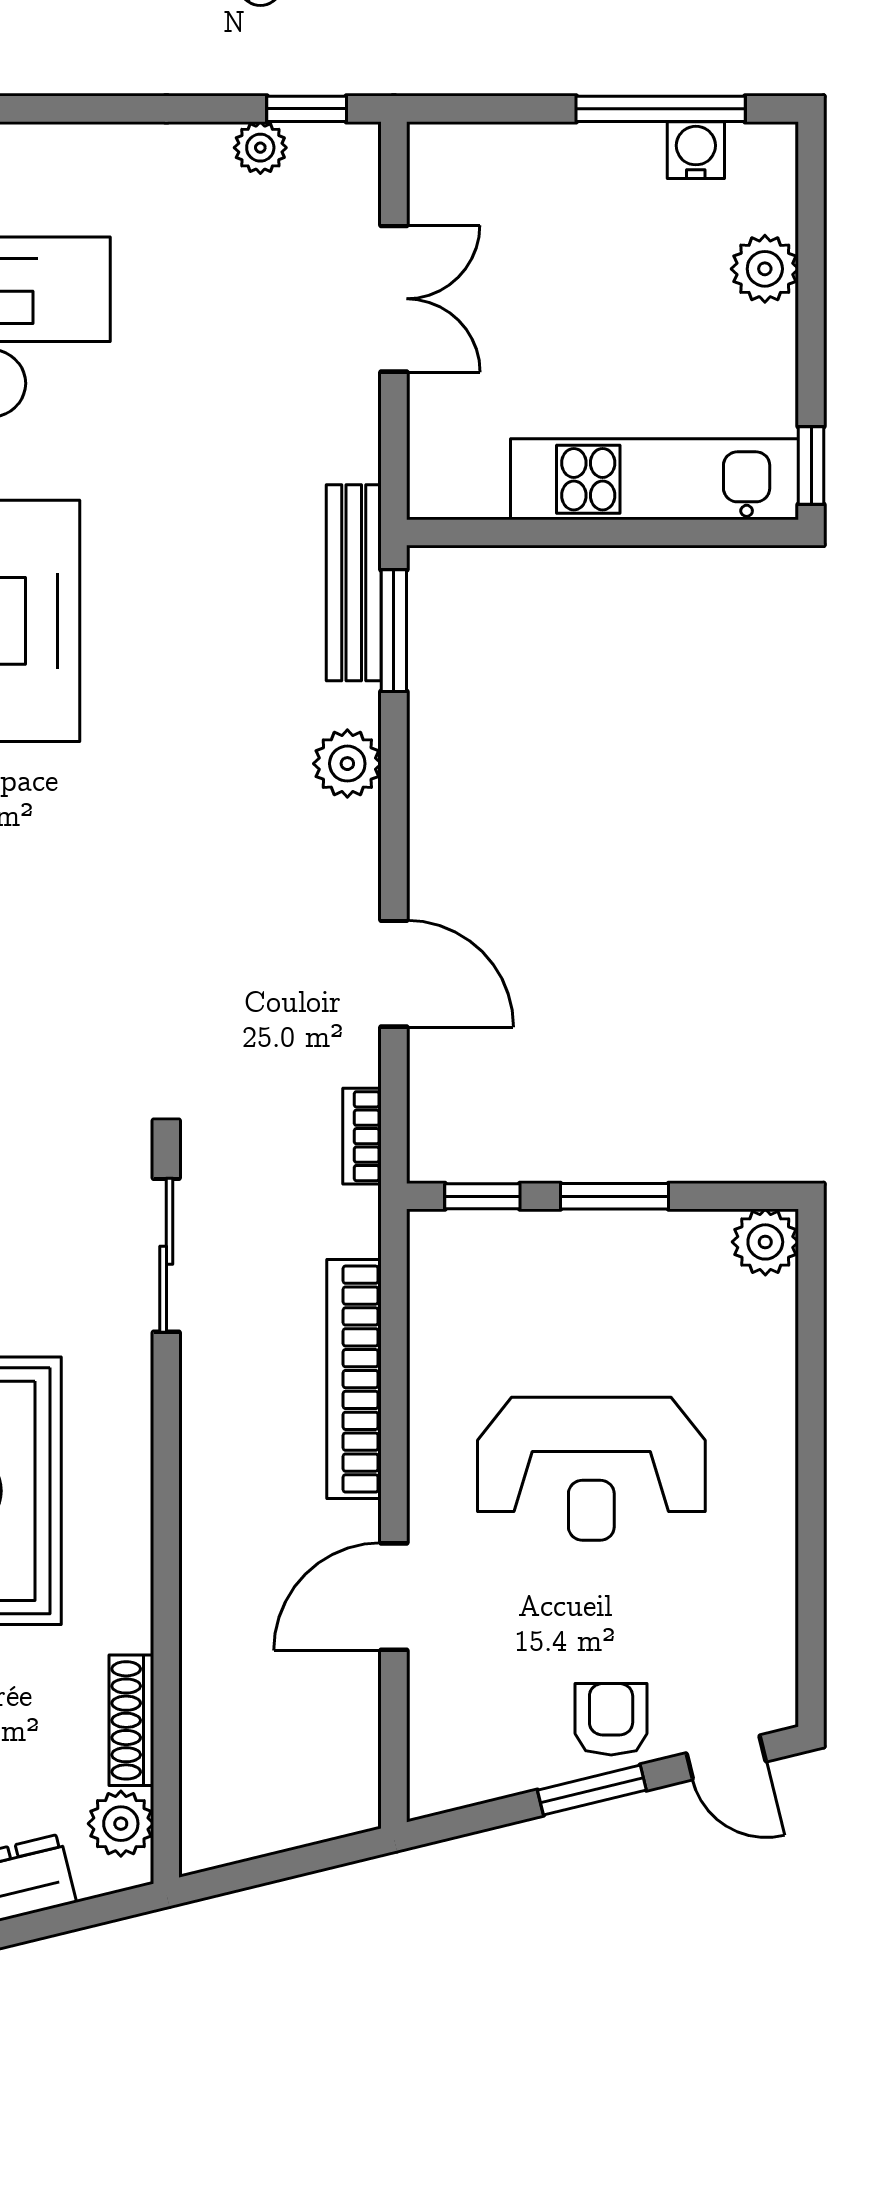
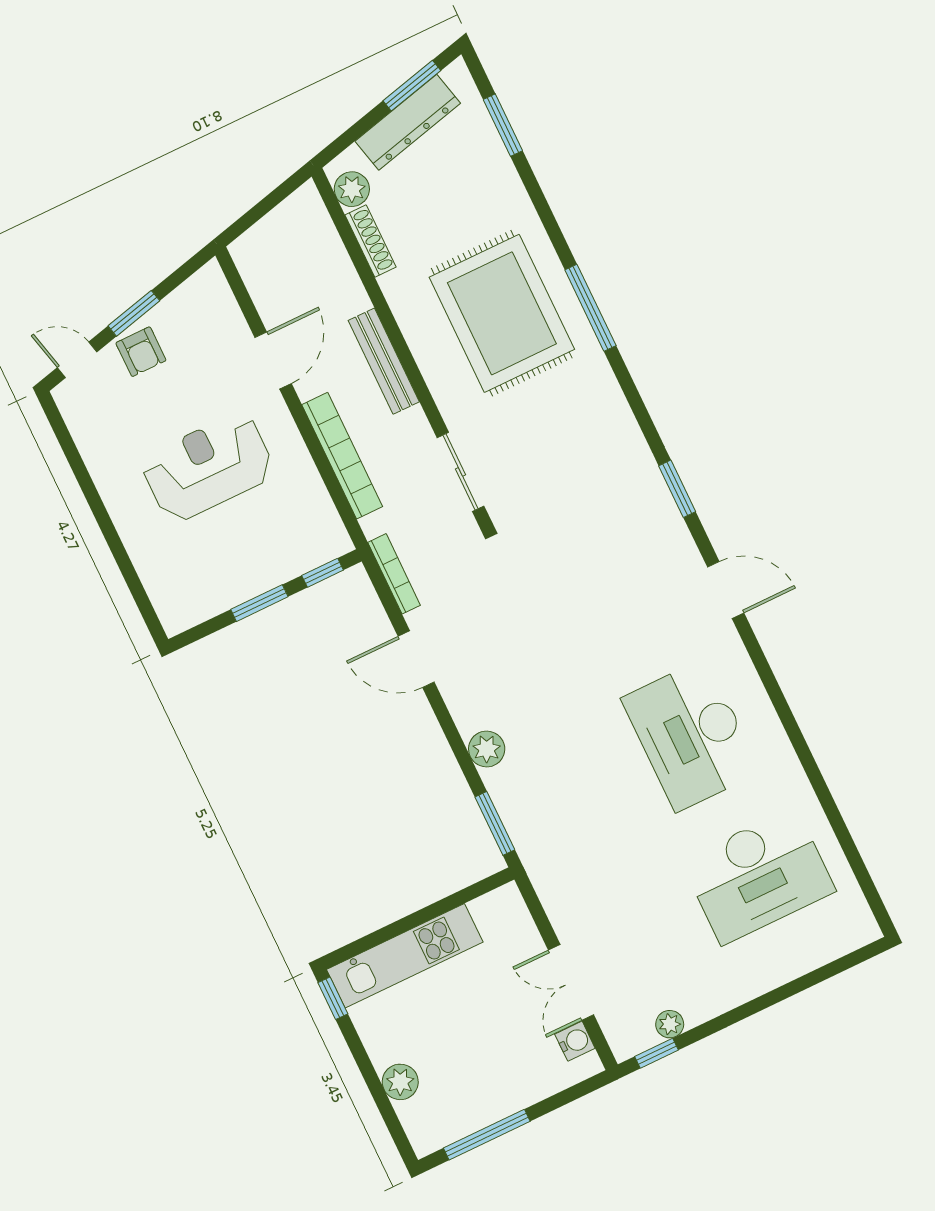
water cooler: (696, 150) -> (575, 1041), moved, turned -90
bench: (354, 583) -> (384, 361), moved
bookcase: (362, 1136) -> (394, 574), width x1.56
plant: (765, 1242) -> (177, 616), removed

